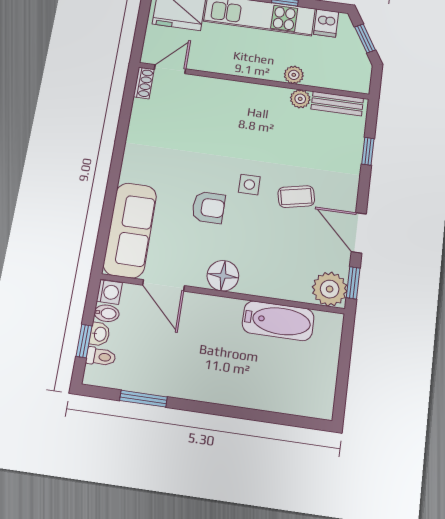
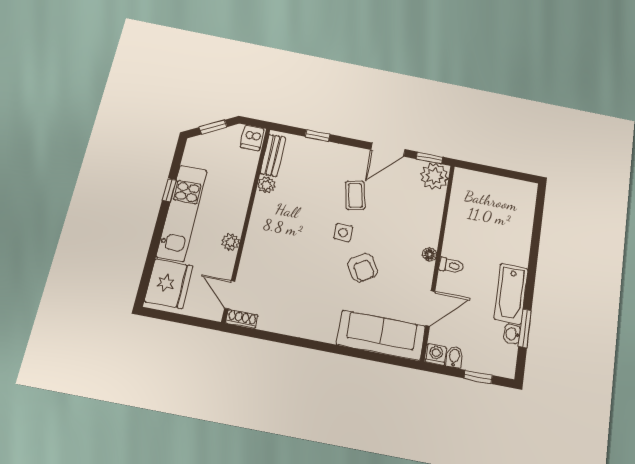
dishwasher: (326, 23) -> (252, 138), moved, turned 90
plant: (294, 75) -> (231, 242), moved
armchair: (208, 207) -> (363, 268), turned 148
floor lamp: (223, 276) -> (430, 254), width x0.53, depth x0.53
bathtub: (278, 321) -> (511, 294), moved, turned 180
washbasin: (100, 334) -> (512, 334), moved, turned -90
toilet: (101, 357) -> (451, 266), moved, turned 90

